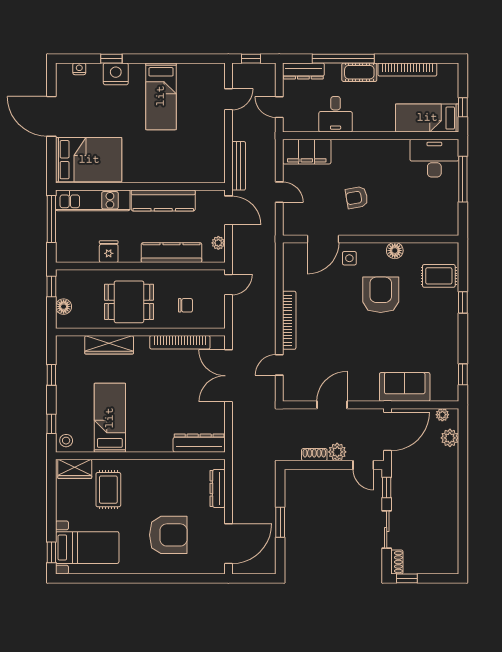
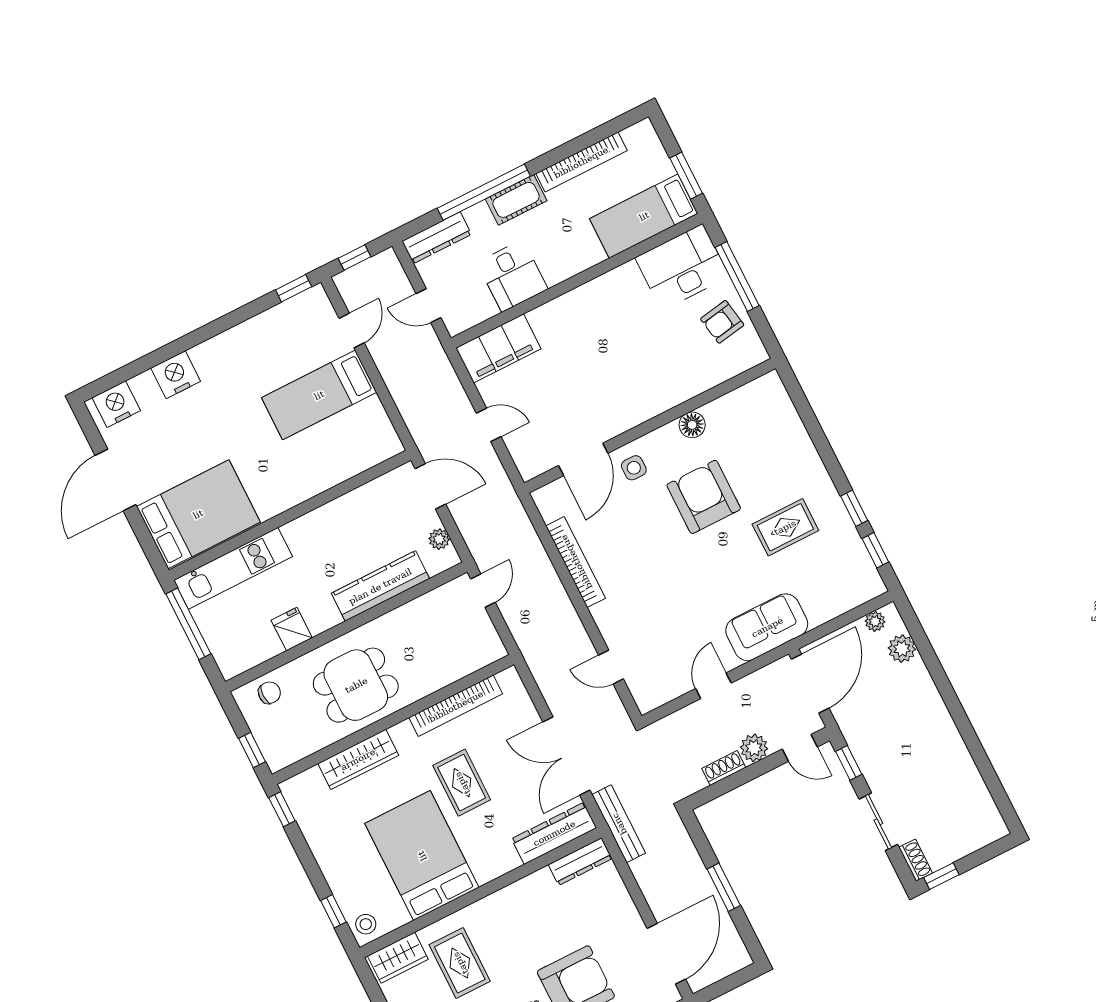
window: (111, 59) -> (294, 288), moved
nightstand: (79, 69) -> (116, 404), width x1.89, depth x1.79
bed: (161, 96) -> (319, 395), moved, turned 90
window: (463, 107) -> (686, 176), width x1.50
door: (51, 116) -> (116, 480), hinge flipped
bench: (239, 166) -> (619, 824), moved
armchair: (357, 197) -> (722, 322), moved
kitchen counter: (163, 200) -> (332, 519), removed
rug: (439, 276) -> (785, 527), moved
window: (51, 286) -> (252, 750), moved
window: (463, 302) -> (854, 508), moved
chair: (185, 305) -> (269, 693), moved
floor lamp: (64, 307) -> (267, 738), removed
bookcase: (289, 320) -> (576, 562), moved
door: (279, 365) -> (611, 667), hinge flipped
window: (51, 375) -> (282, 809), moved
double door: (228, 376) -> (566, 756), moved
sofa: (405, 387) -> (767, 627), moved
rug: (161, 388) -> (462, 783), added
door: (332, 405) -> (713, 686), width x0.73
bed: (110, 418) -> (422, 856), width x1.50
dresser: (218, 488) -> (580, 862), moved, turned -90

